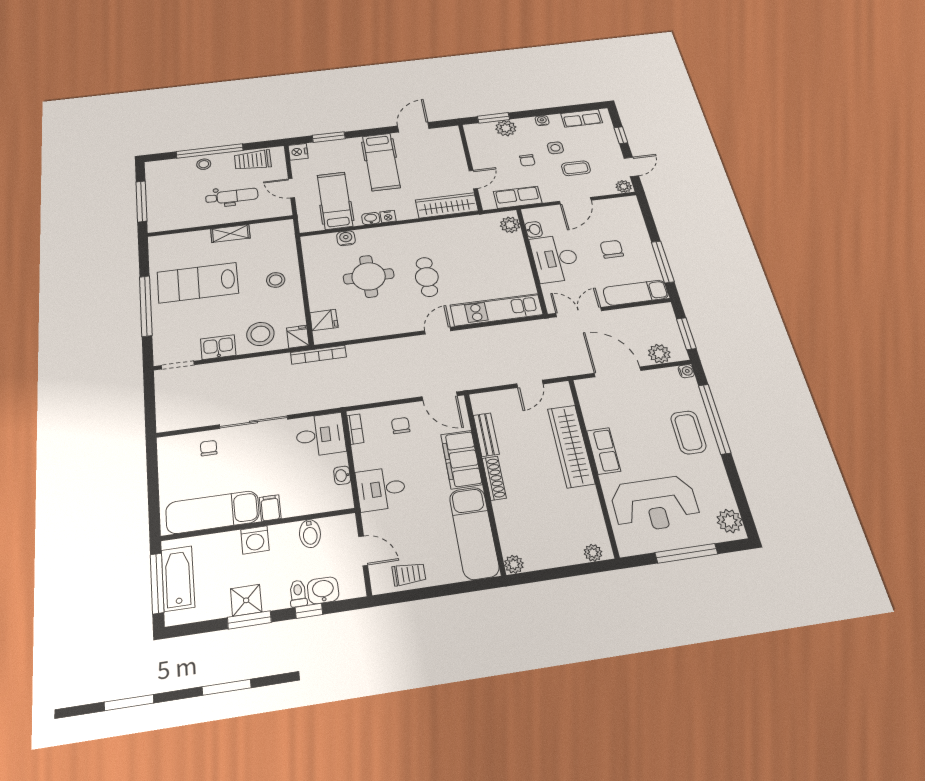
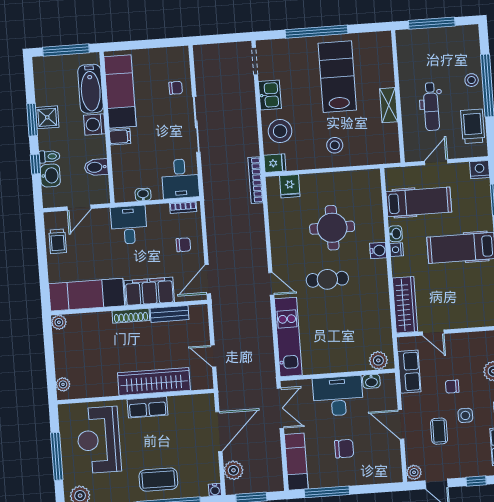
water cooler: (346, 238) -> (378, 250), moved
bathtub: (178, 578) -> (91, 89), moved, turned 90

